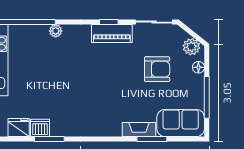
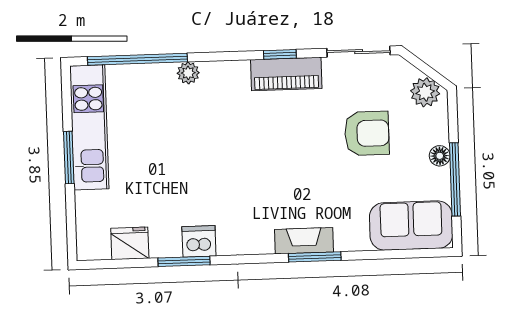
floor lamp: (198, 67) -> (440, 156), moved
dishwasher: (40, 128) -> (199, 241), moved
fireplace: (139, 130) -> (304, 241), moved
window: (152, 139) -> (315, 257), moved

